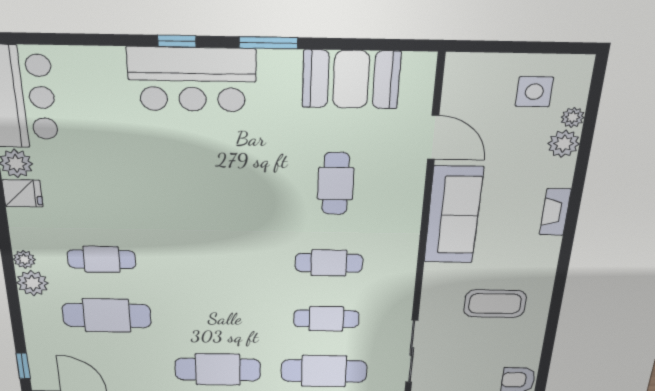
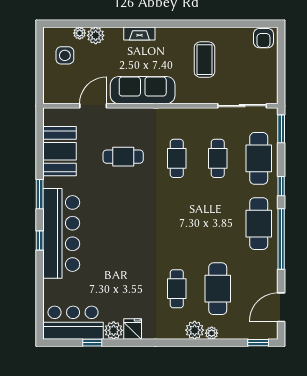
bar counter: (192, 80) -> (61, 233), width x1.36
plant: (24, 259) -> (212, 333), moved

